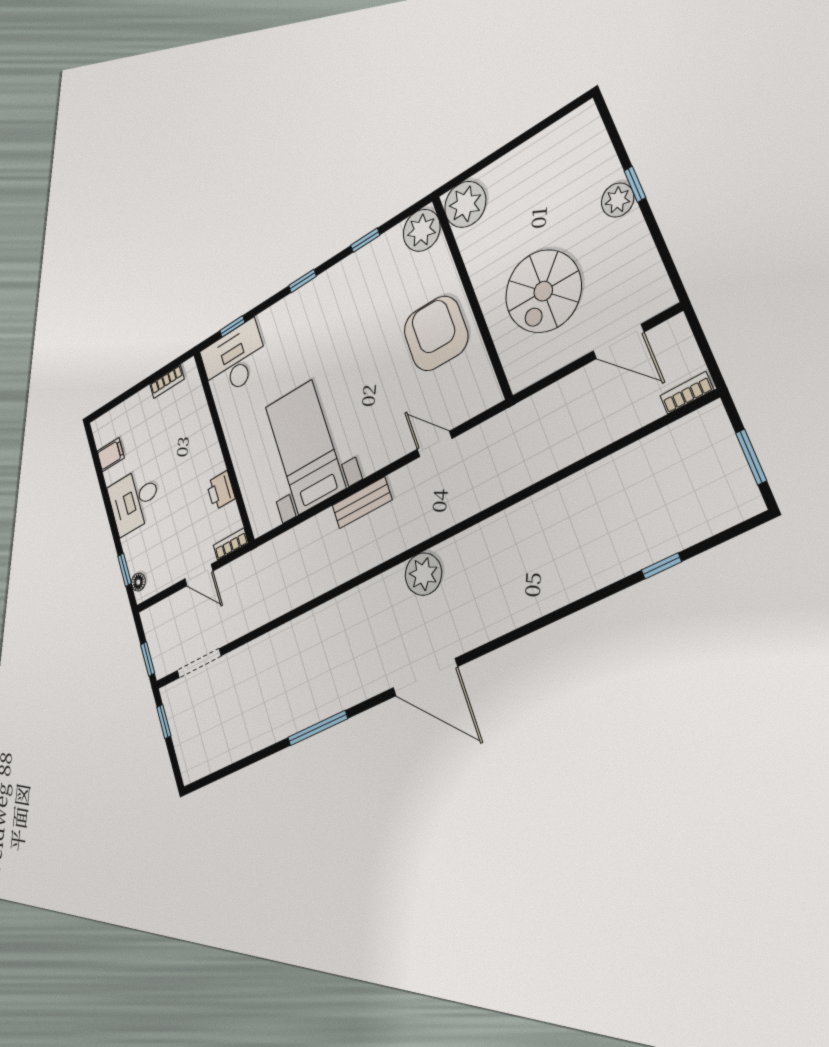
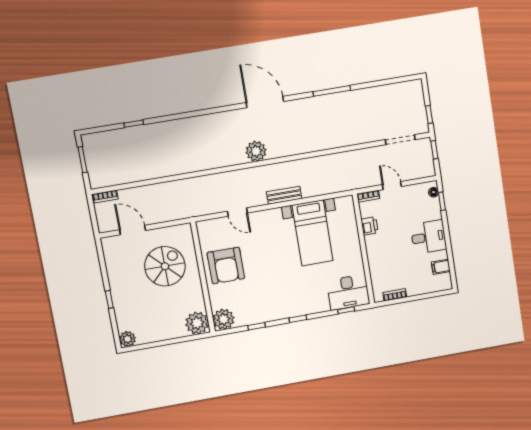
plant: (618, 200) -> (127, 339), moved

